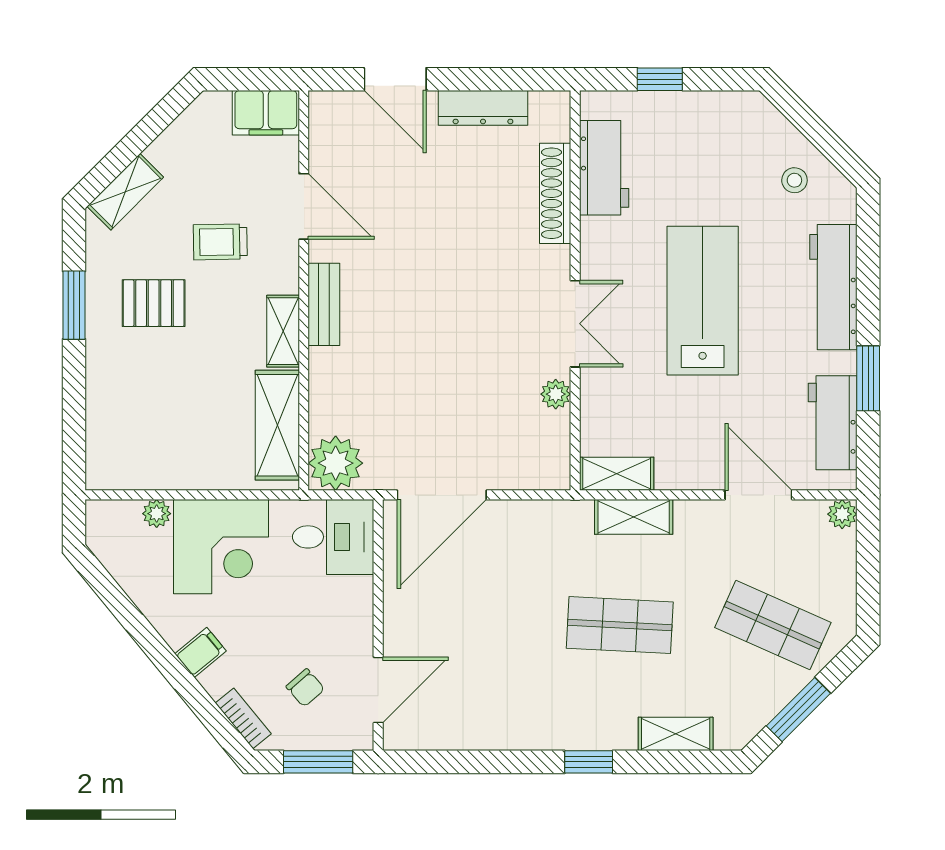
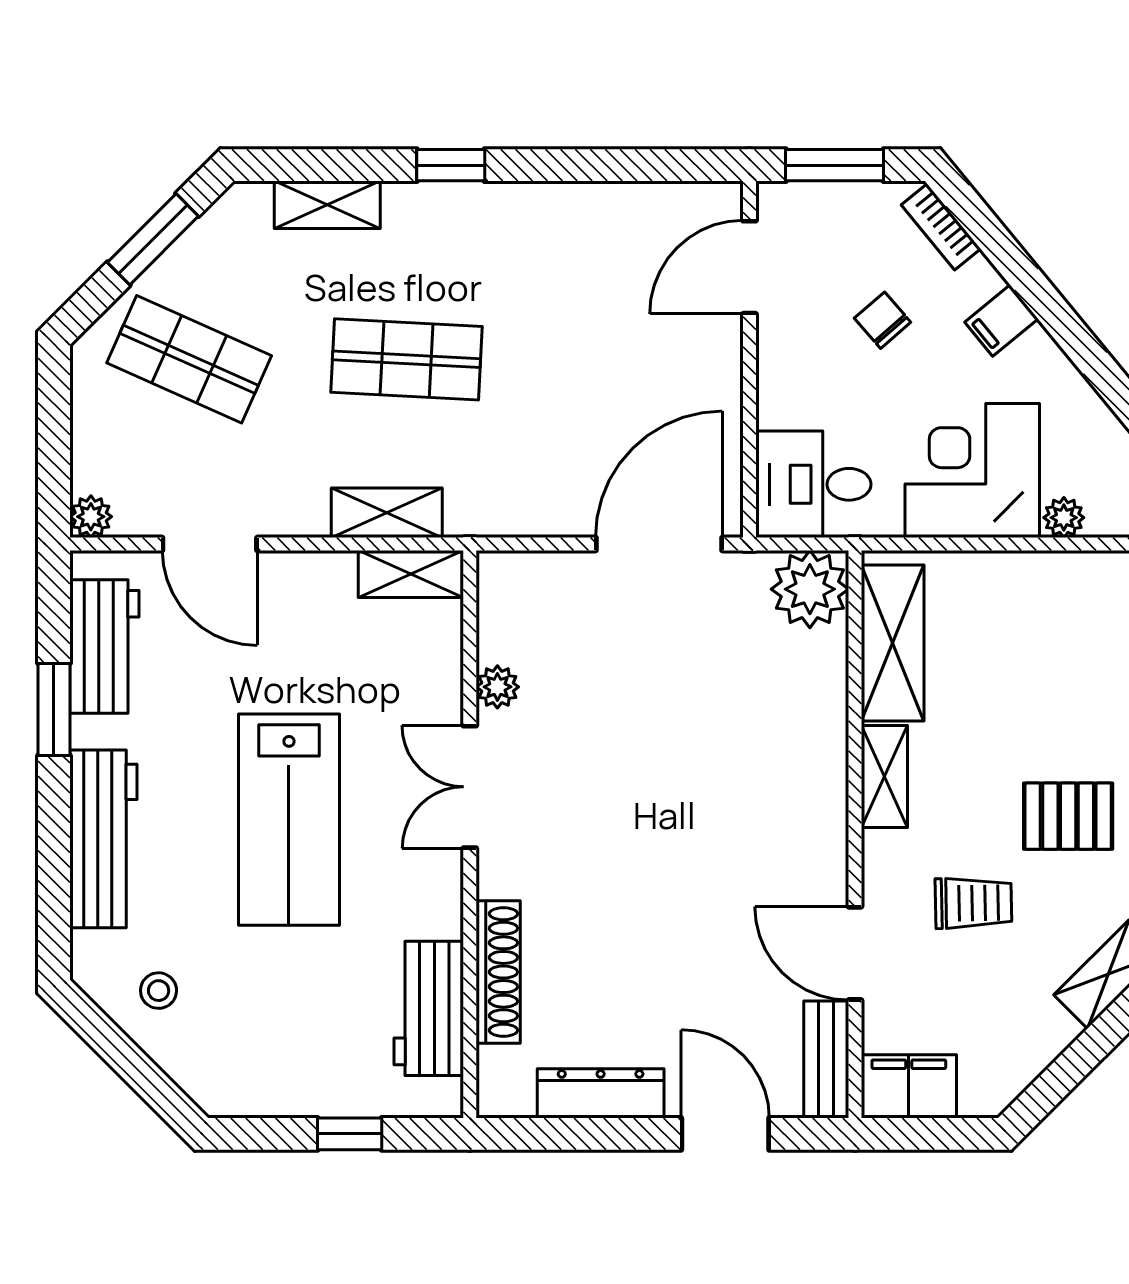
bench: (324, 304) -> (826, 1059), moved
chair: (305, 688) -> (883, 320), moved

